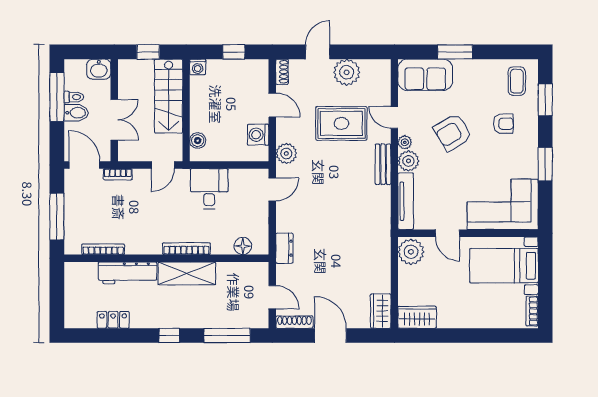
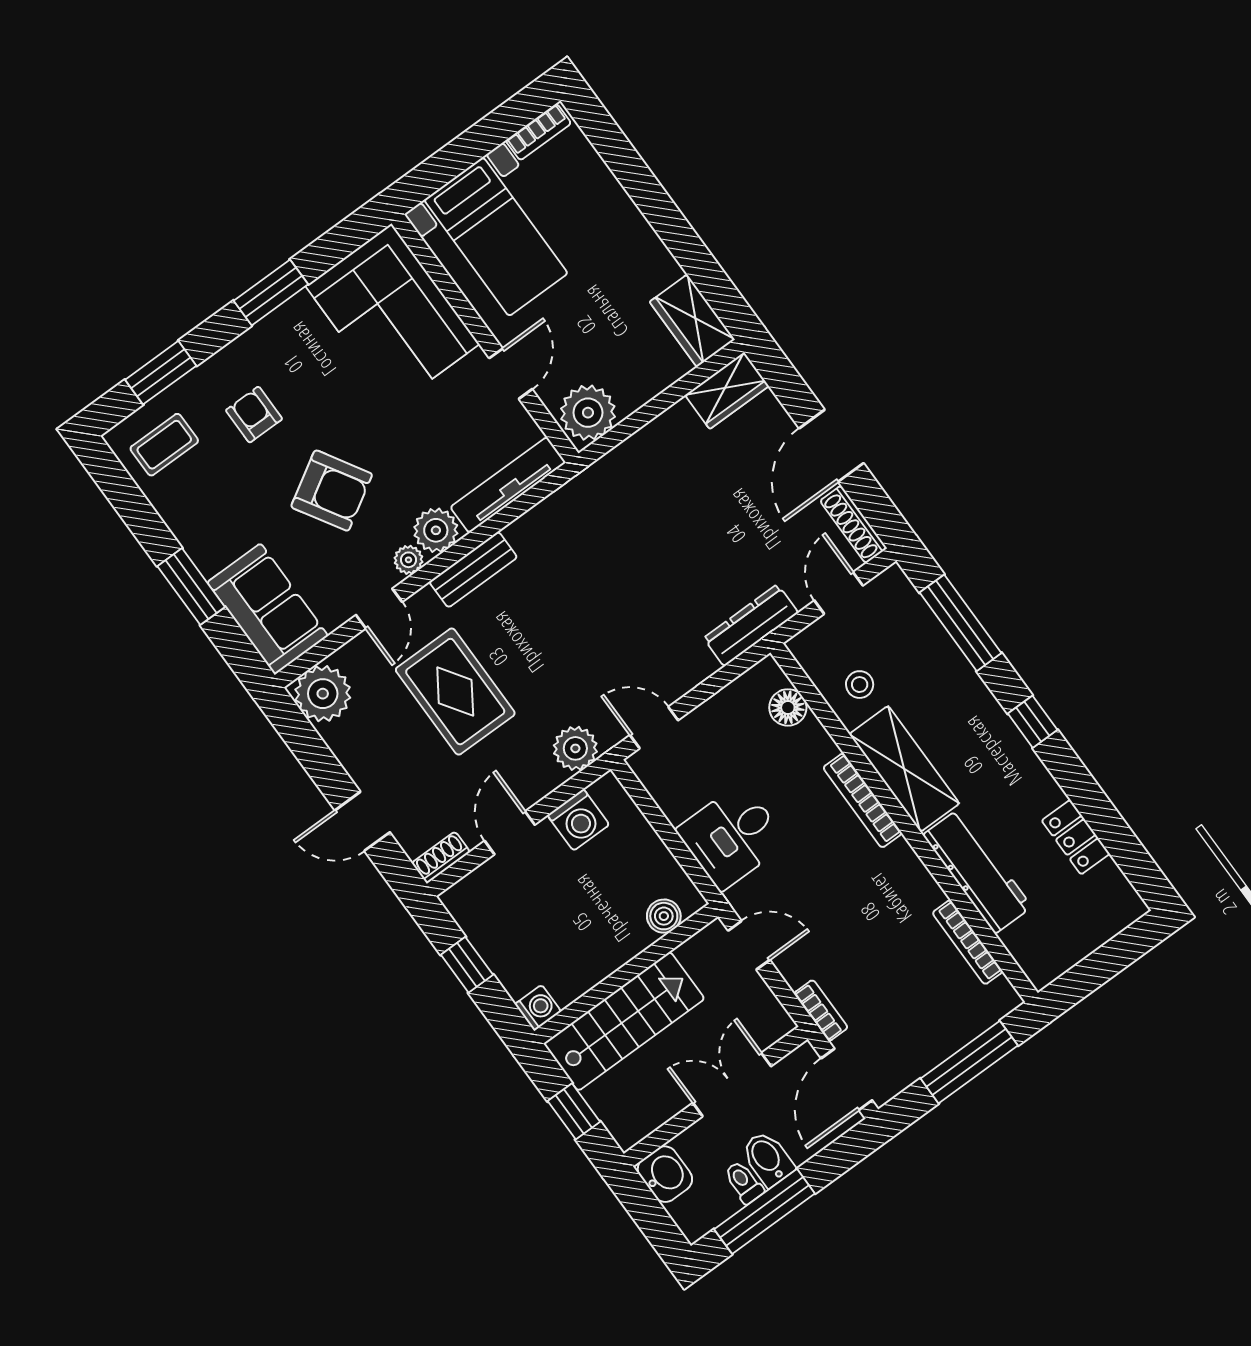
plant: (347, 72) -> (323, 694), moved
dresser: (284, 248) -> (751, 625), width x1.44
stool: (232, 280) -> (860, 685), added

